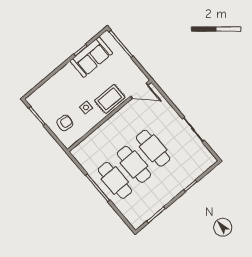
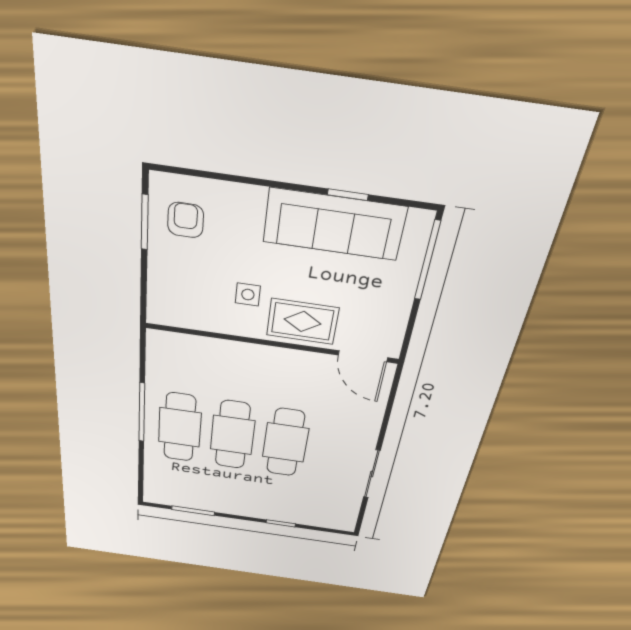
sofa: (91, 57) -> (334, 224), width x1.36
armchair: (65, 123) -> (186, 220), moved, turned -96

